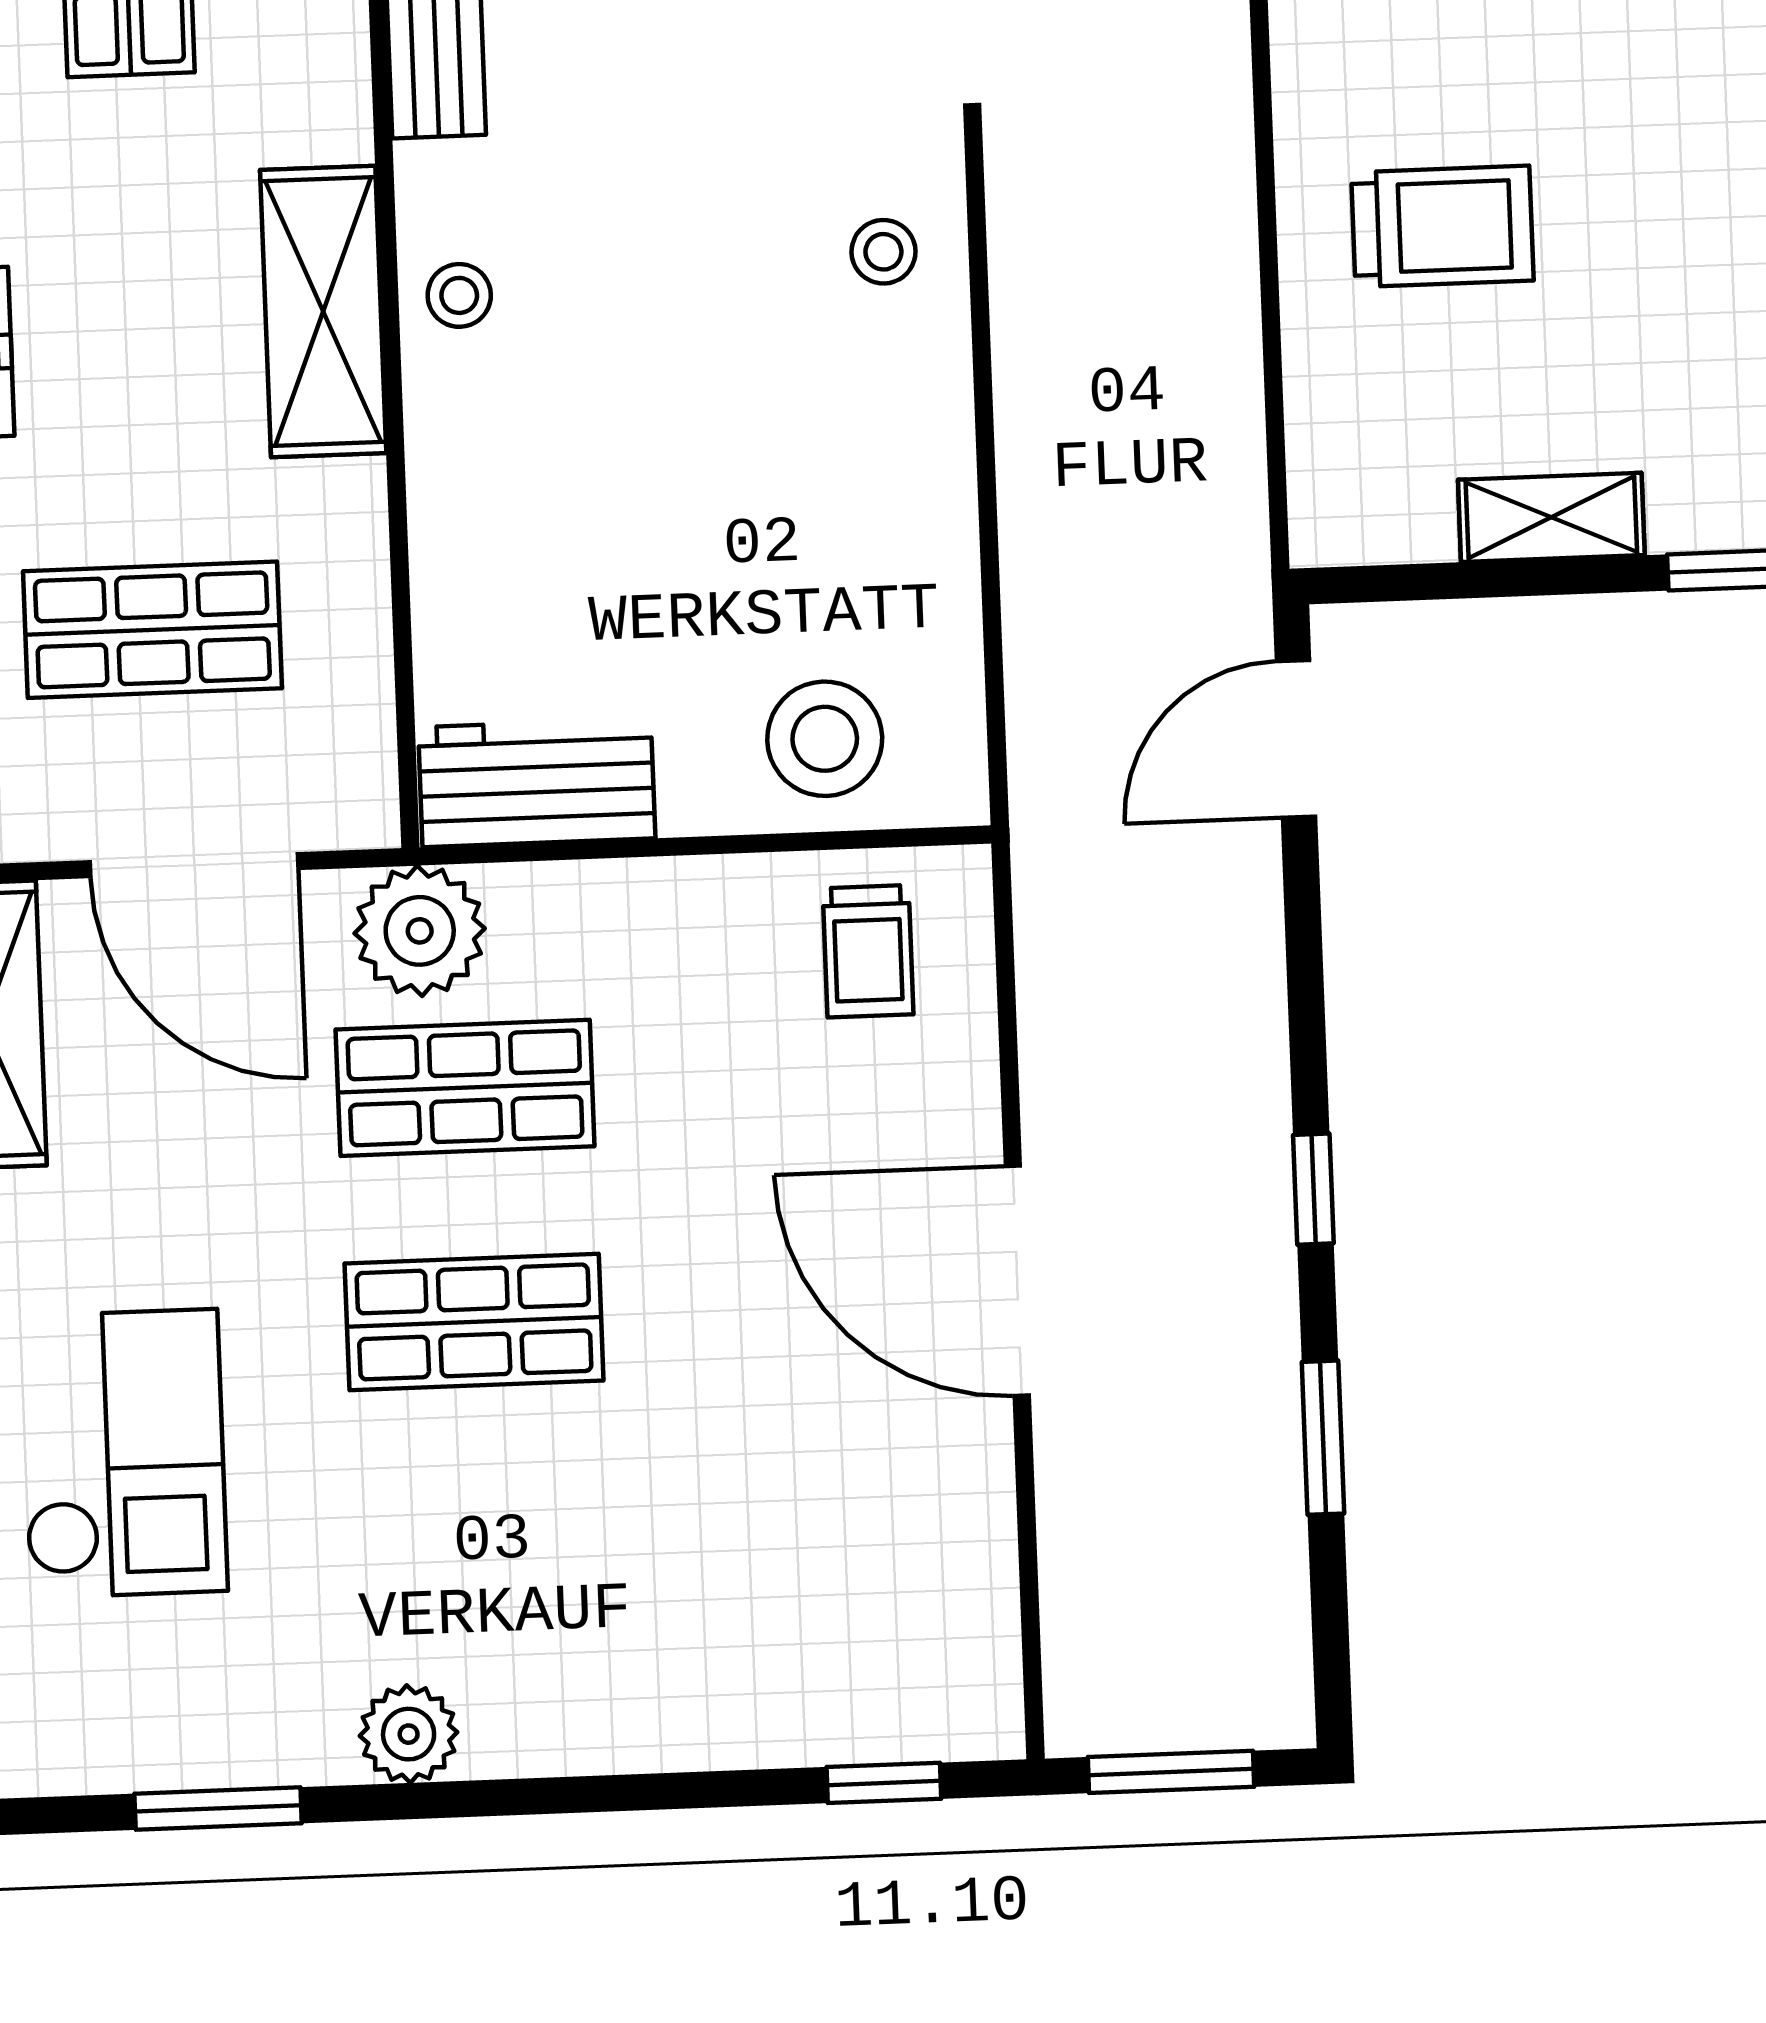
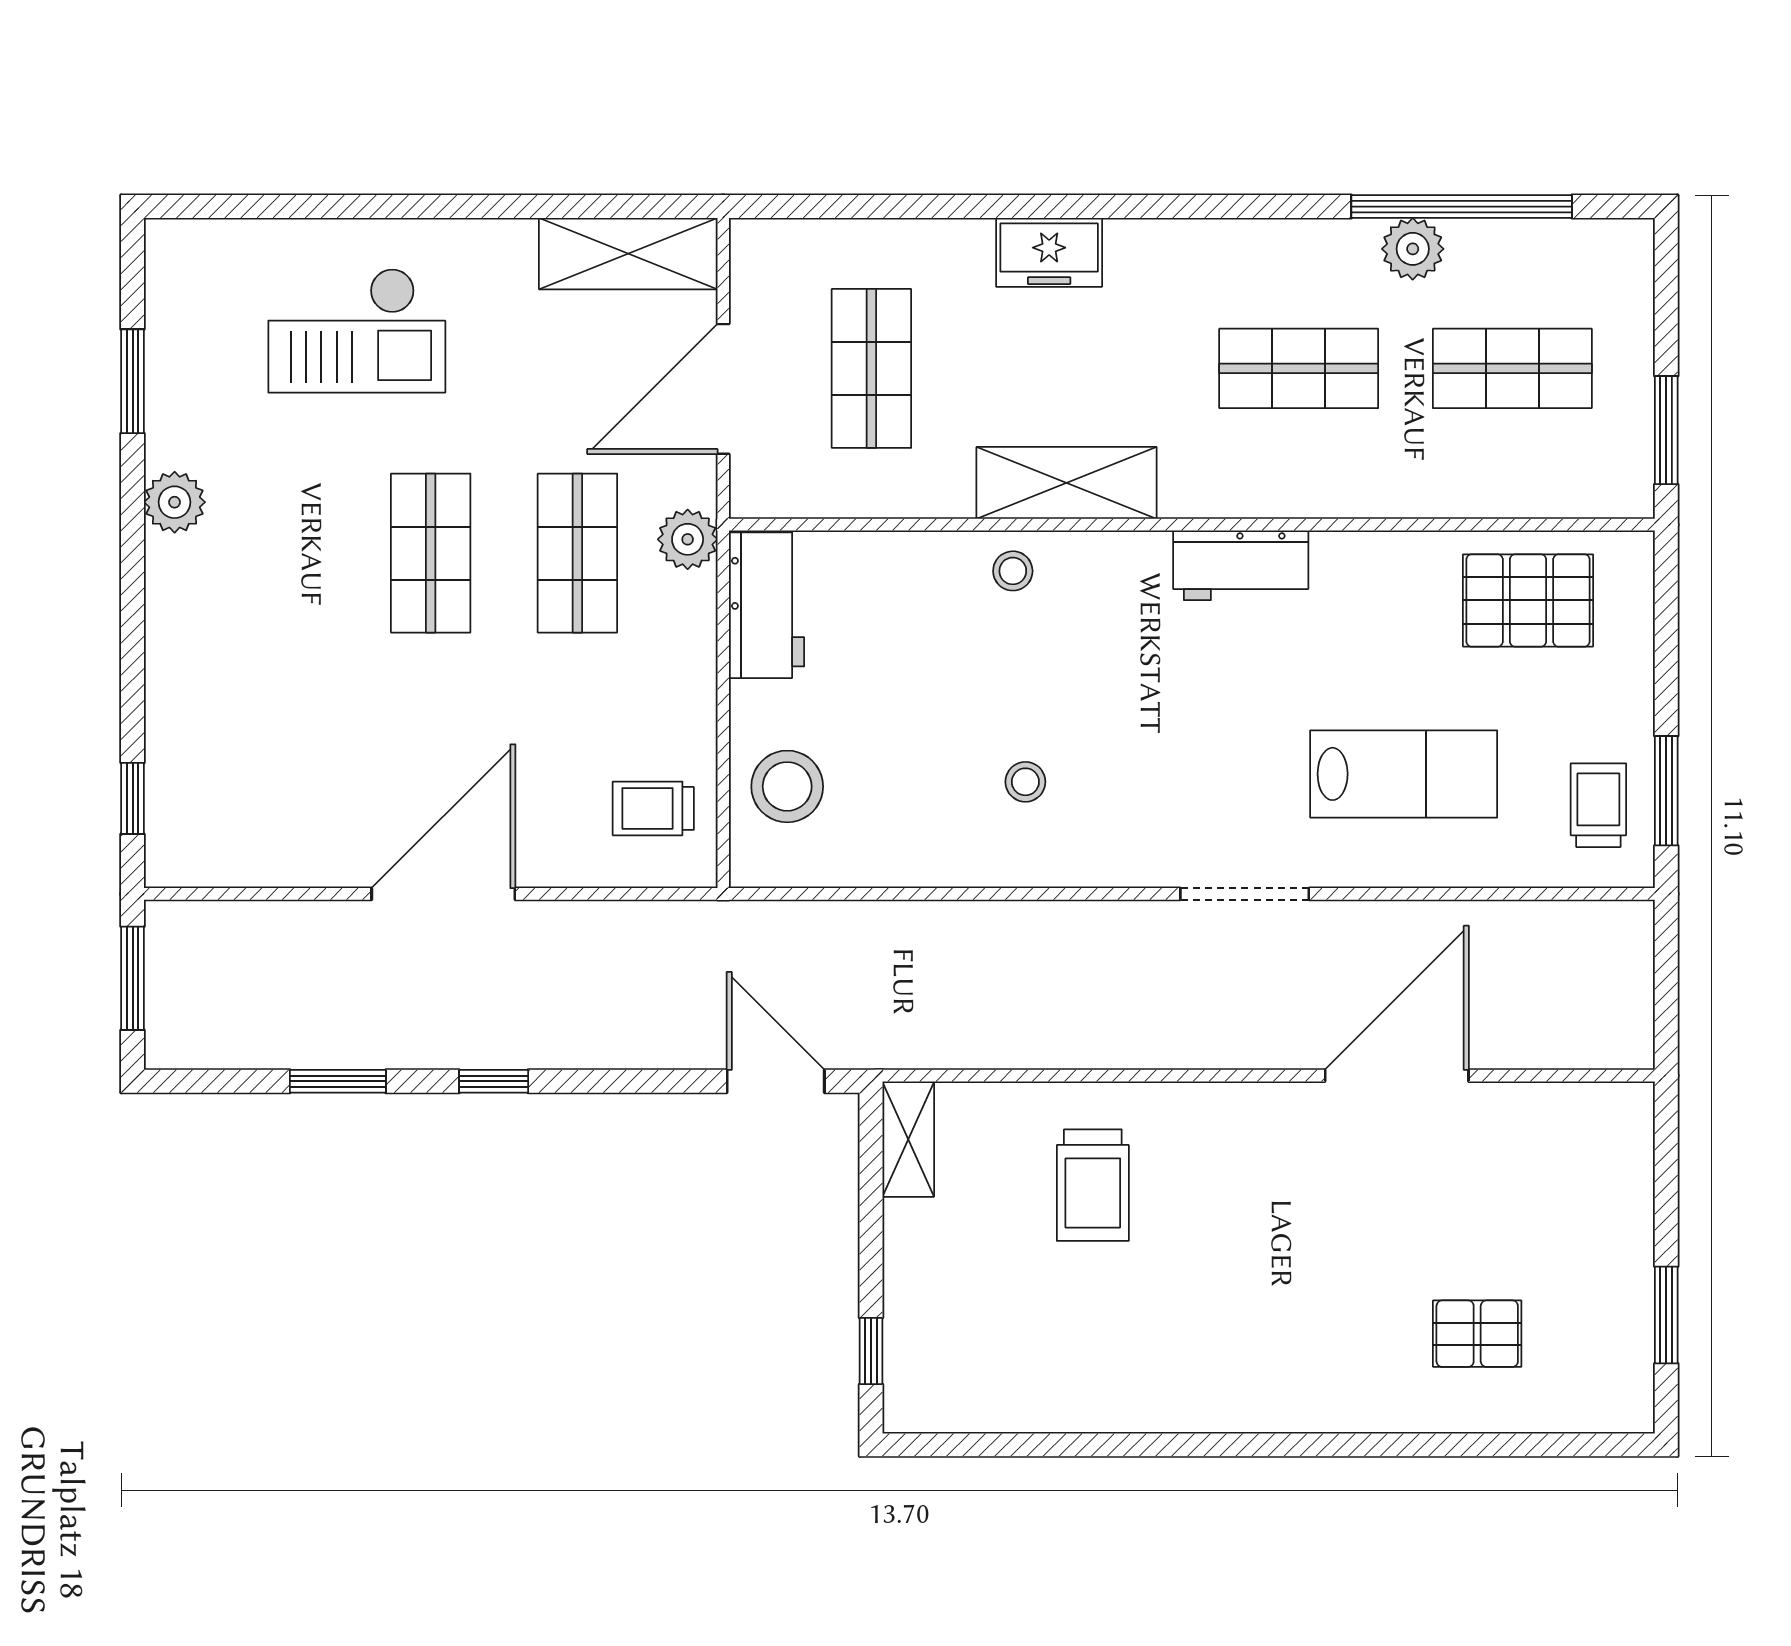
stool: (883, 252) -> (1025, 782), moved
stool: (459, 295) -> (1013, 571), moved
shelving: (1551, 517) -> (908, 1139), moved
plant: (420, 931) -> (688, 539), width x0.73, depth x0.73

